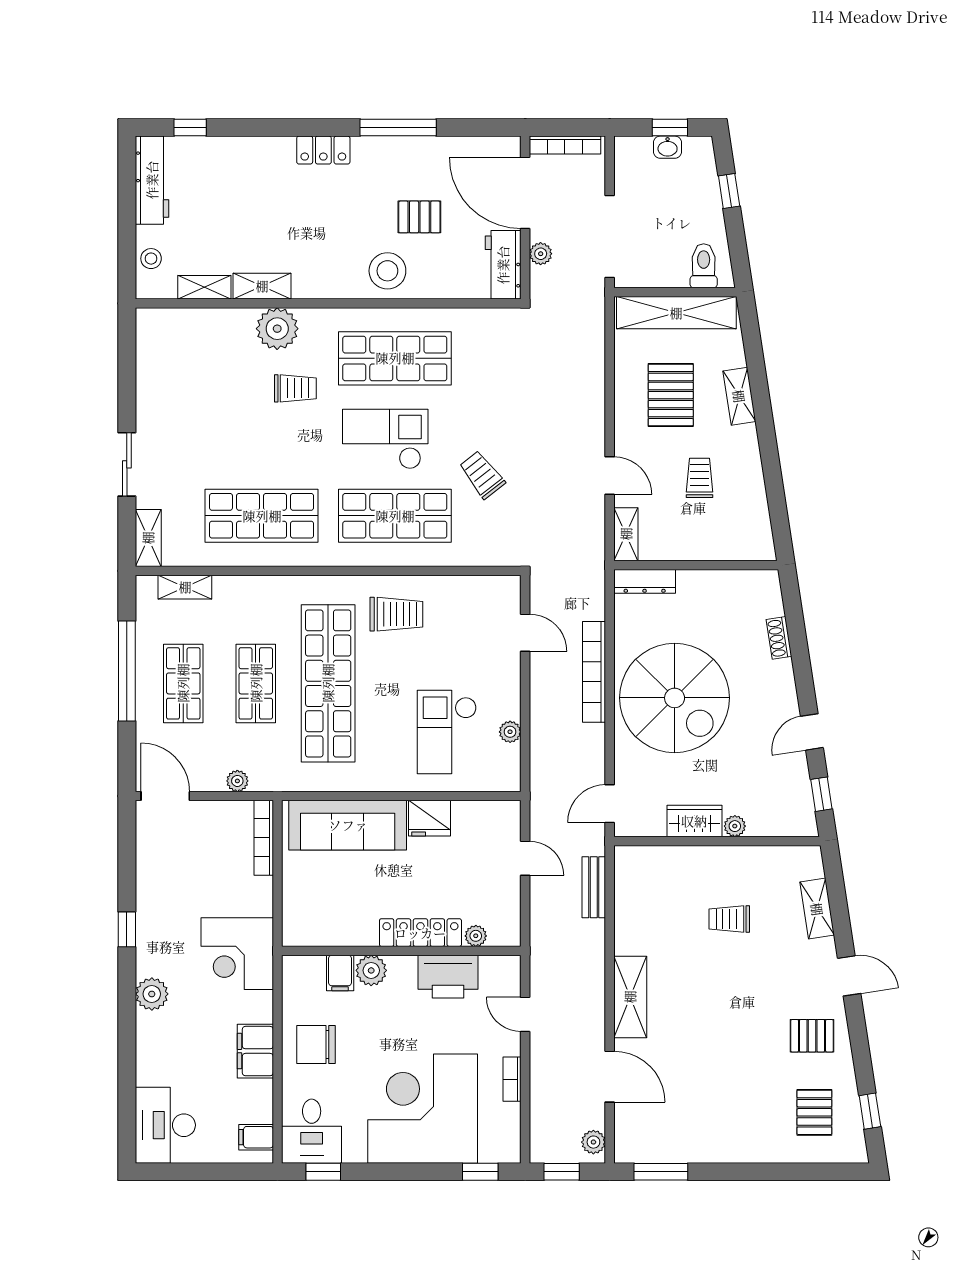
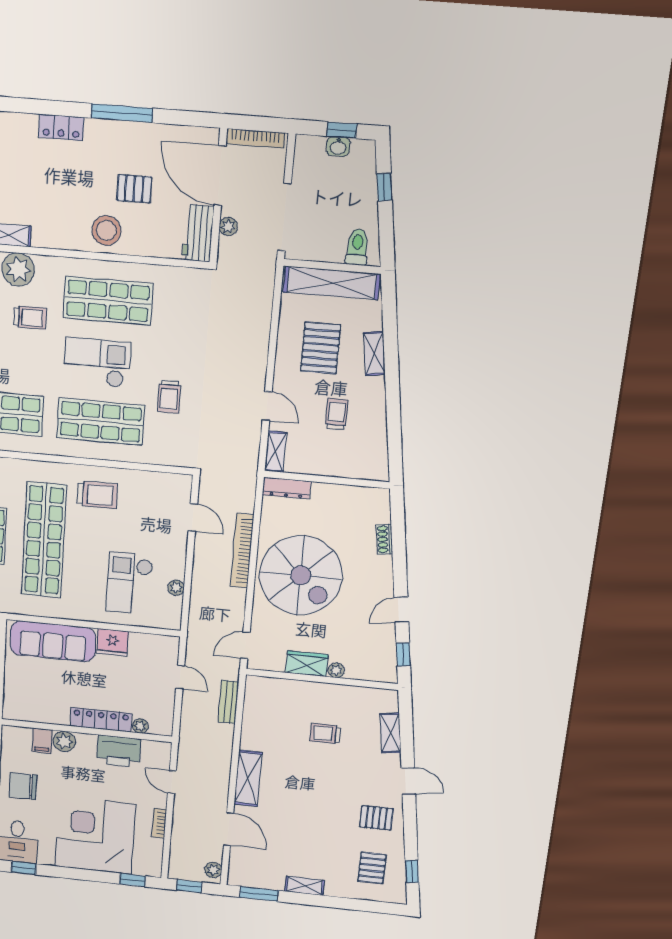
trolley: (482, 475) -> (169, 397), turned -142
shelving: (724, 1151) -> (305, 886), added

